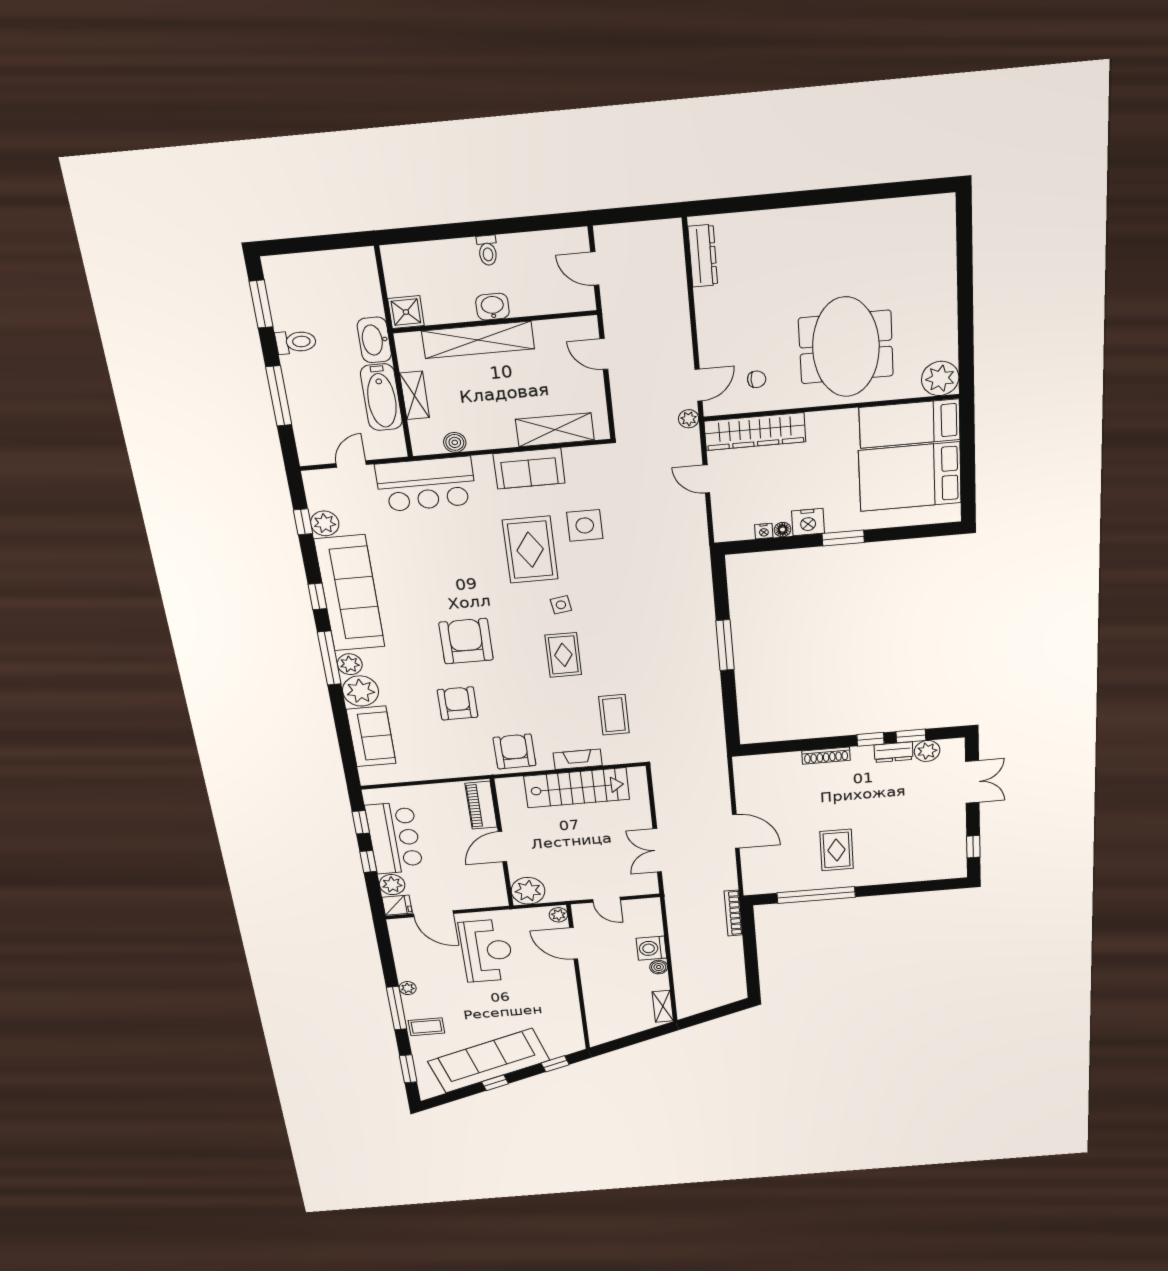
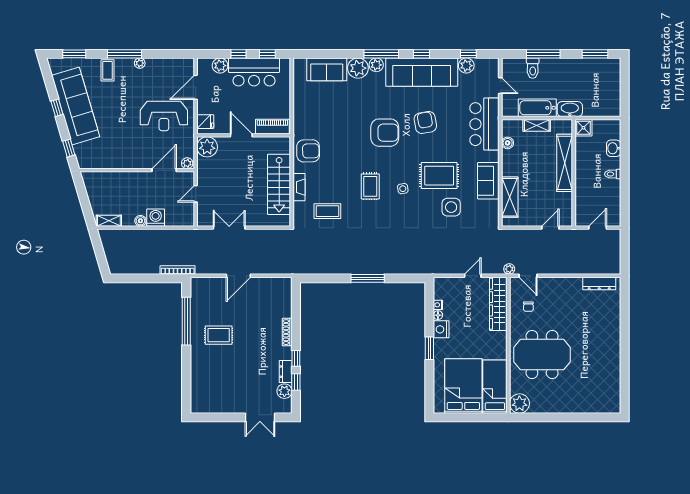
washbasin: (492, 307) -> (614, 148), moved, turned 180
toilet: (296, 342) -> (533, 68), moved
rug: (563, 655) -> (370, 186), turned 90
armchair: (458, 703) -> (425, 122), moved, turned -100
window: (973, 847) -> (213, 417), removed
fridge: (397, 905) -> (205, 122), moved, turned -90

